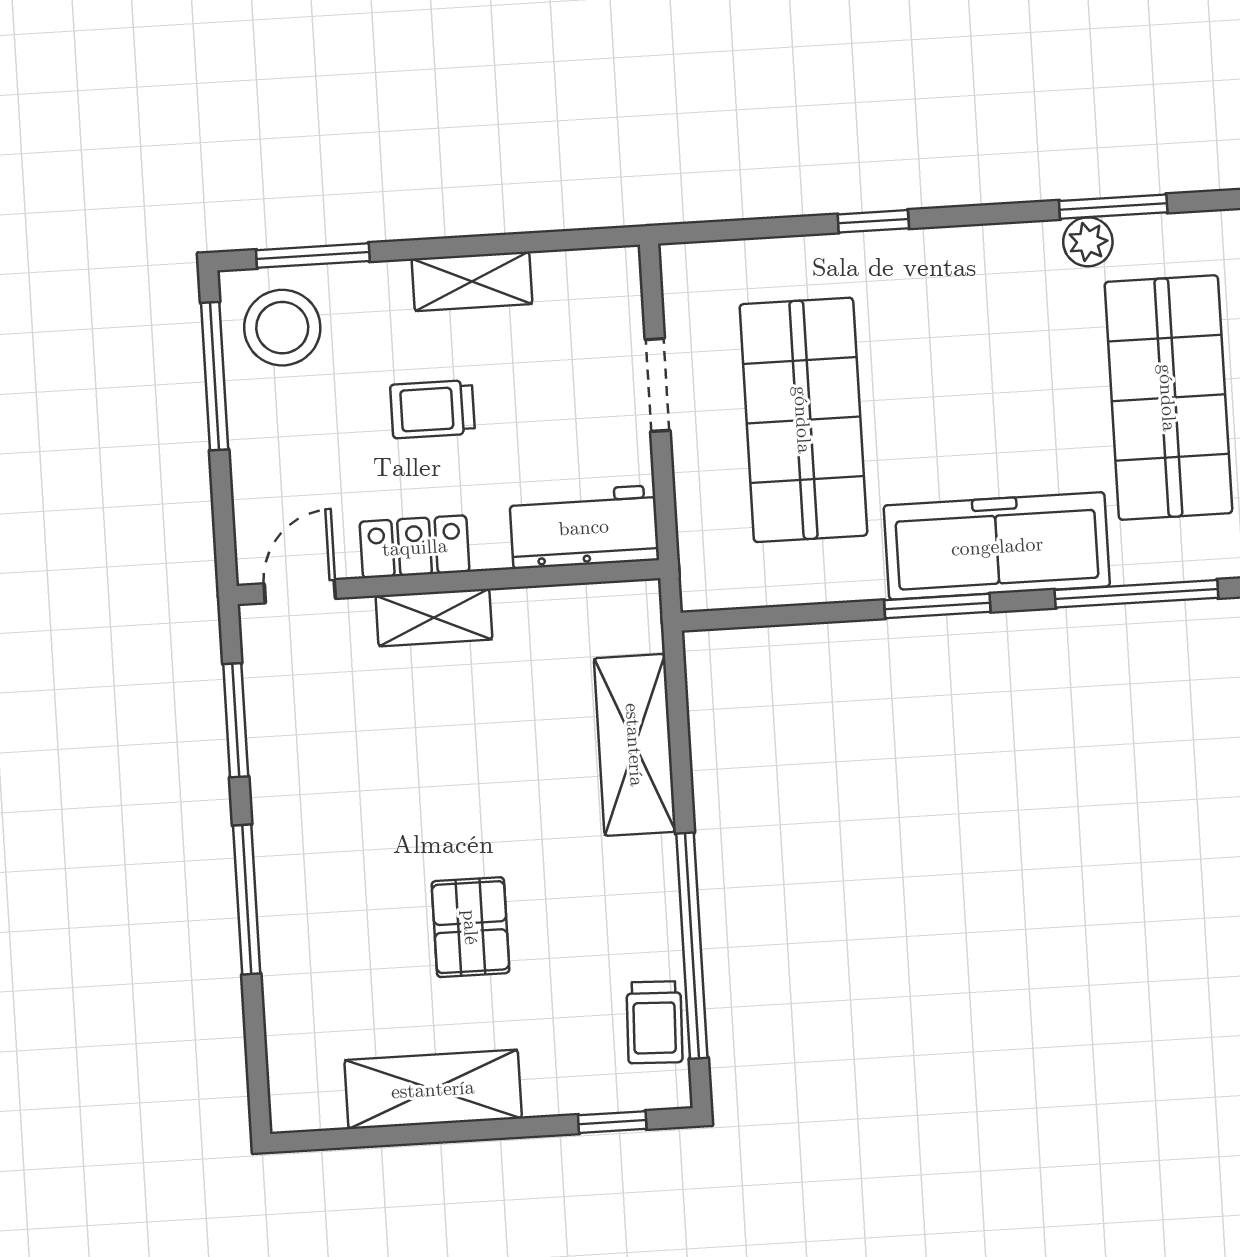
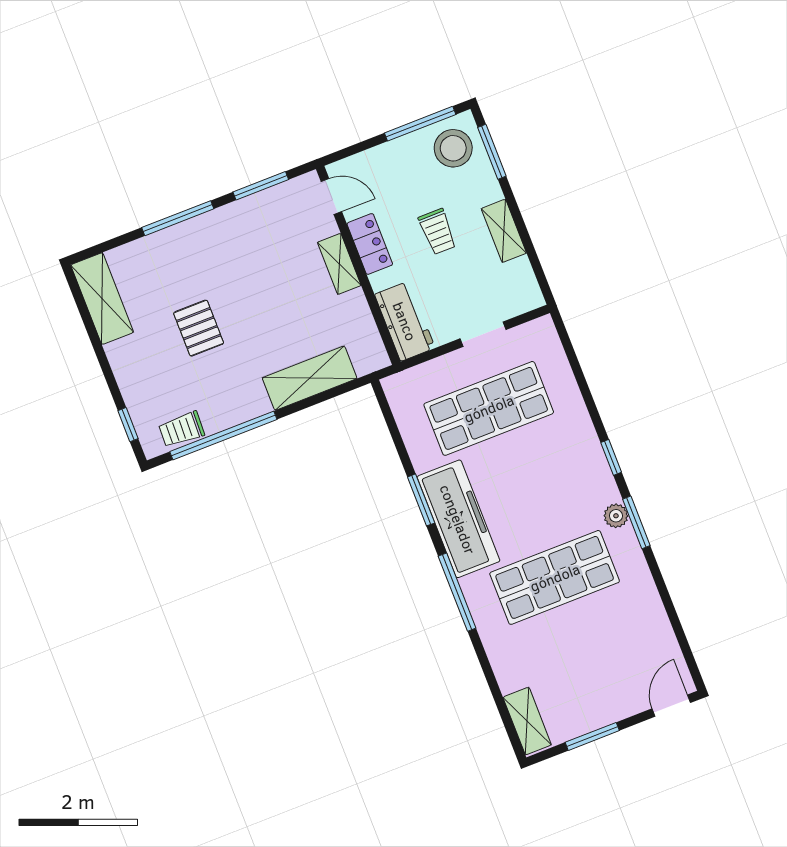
window: (873, 221) -> (611, 457), moved
trolley: (433, 409) -> (437, 232), turned 180
pallet: (471, 927) -> (199, 328), turned 90
shelving: (433, 1089) -> (102, 299), moved

